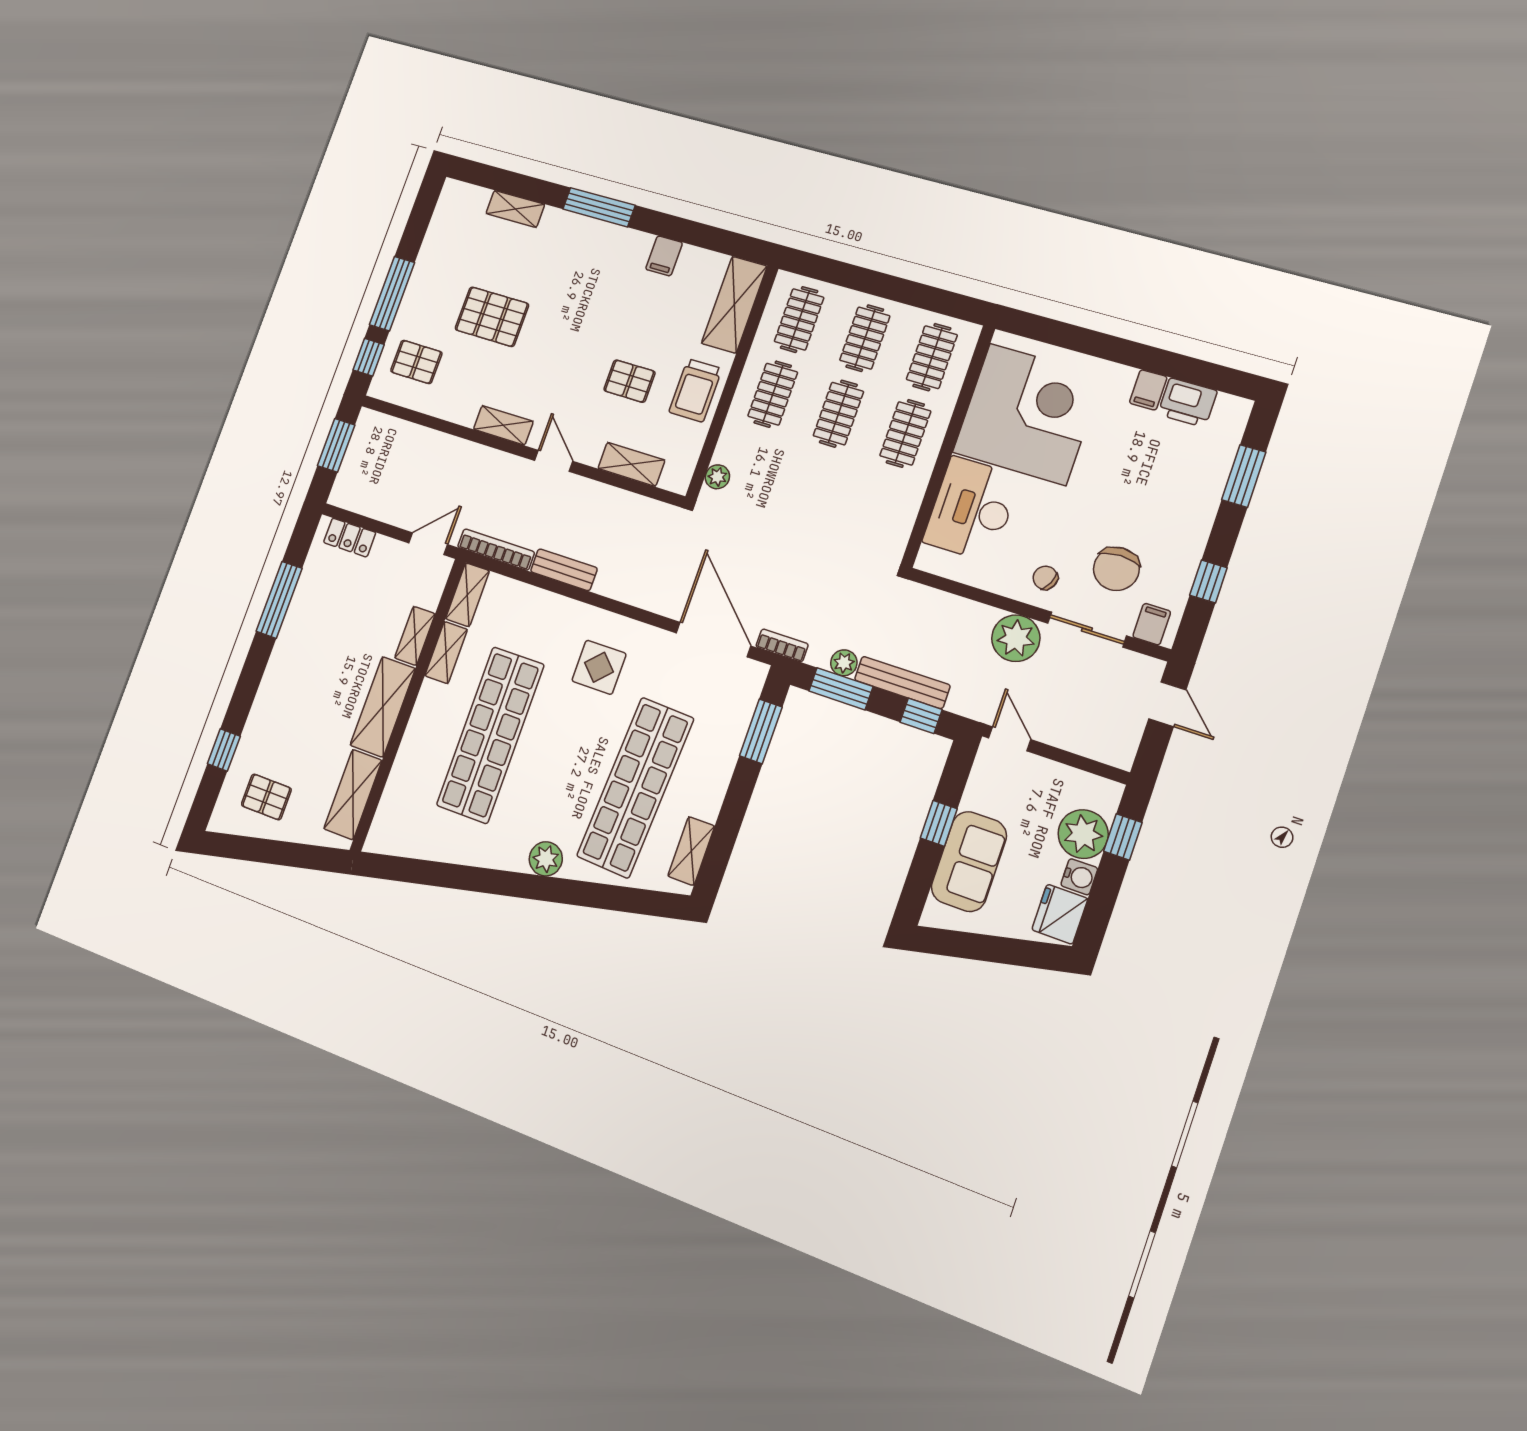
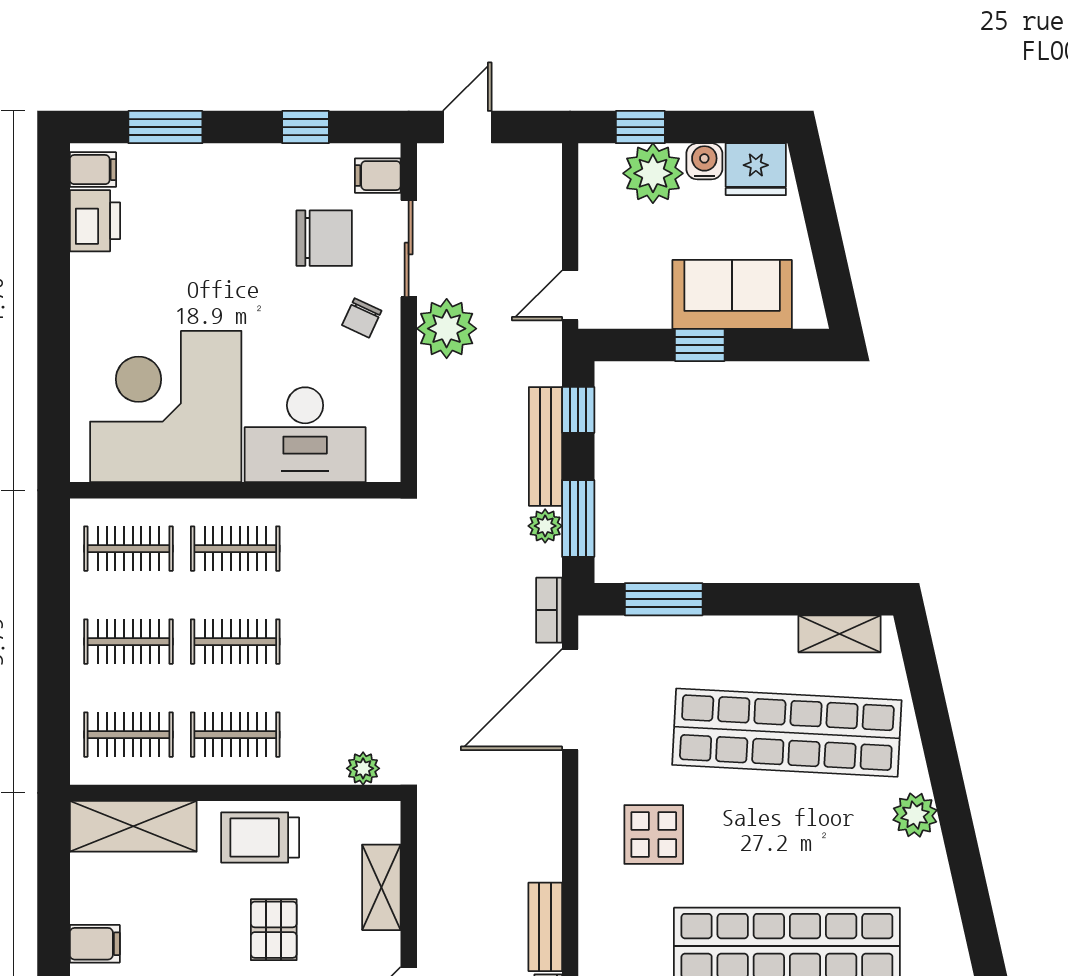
trolley: (695, 390) -> (260, 837), turned 180
filing cabinet: (1148, 390) -> (93, 170), moved

